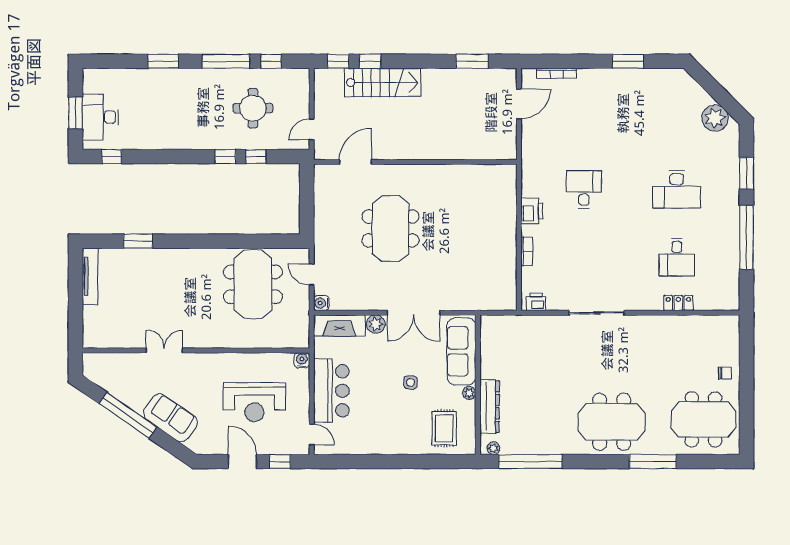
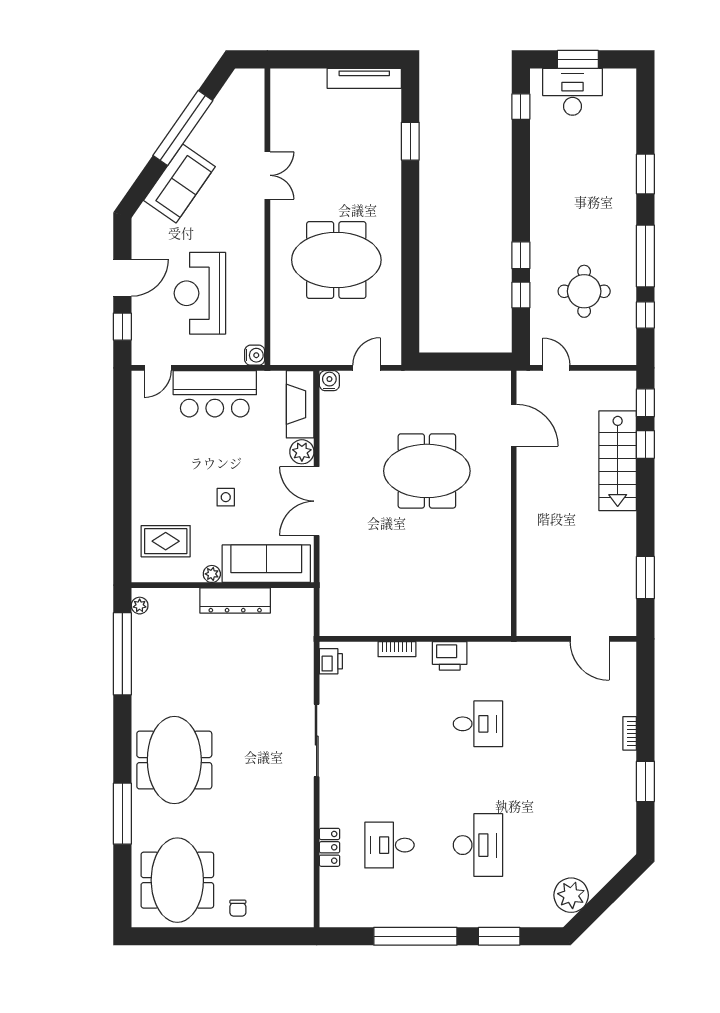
bookcase: (557, 73) -> (630, 733), moved, width x0.64
desk: (677, 189) -> (478, 845), turned 180
meeting table: (253, 284) -> (336, 260), moved
dresser: (489, 407) -> (235, 600), moved

